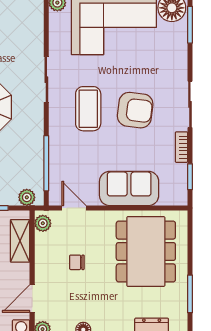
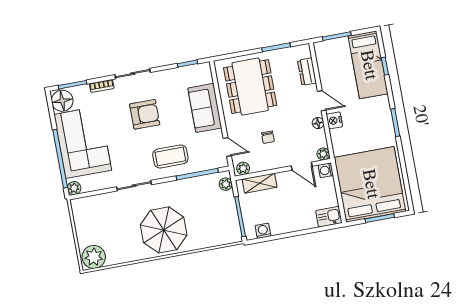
coffee table: (88, 109) -> (170, 156), moved
armchair: (135, 110) -> (145, 114), turned 83
bookcase: (181, 147) -> (102, 86), moved
door: (74, 208) -> (227, 147), swing flipped
dining table: (146, 252) -> (250, 87), turned 90

